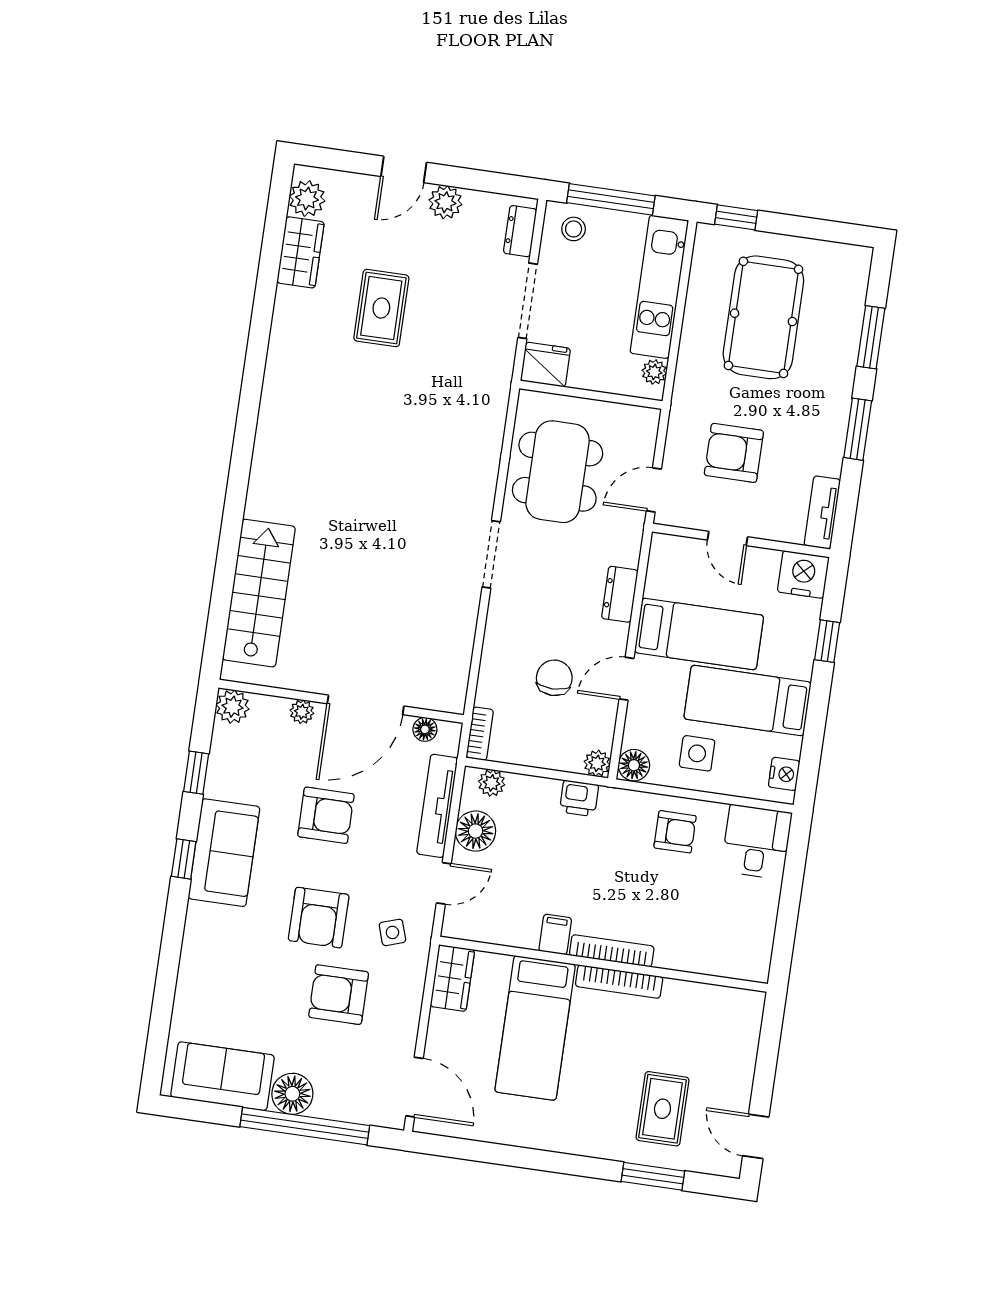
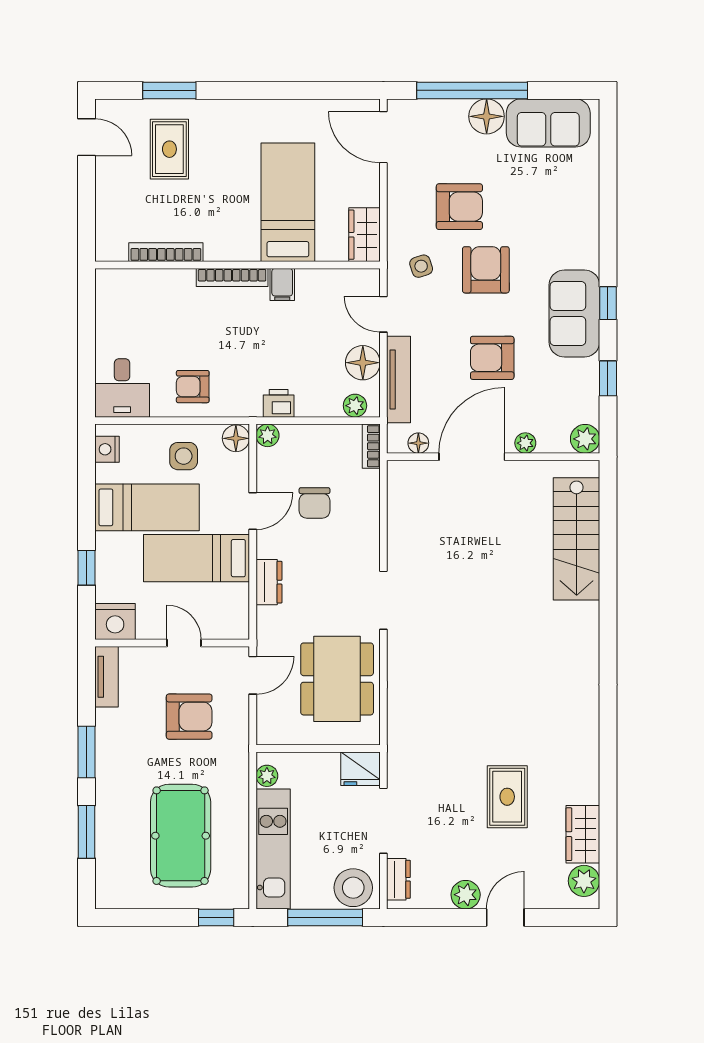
stool: (574, 229) -> (353, 888), width x1.89, depth x1.89
door: (444, 883) -> (383, 314), hinge flipped
bookcase: (619, 982) -> (166, 252), moved

